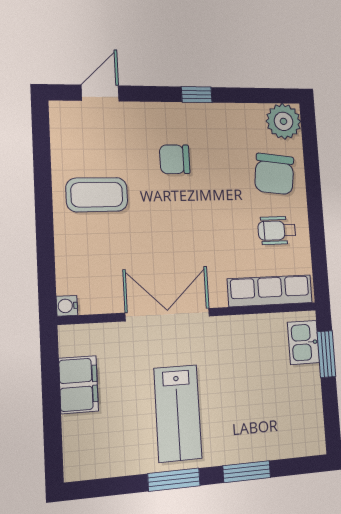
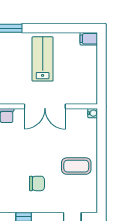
filing cabinet: (79, 385) -> (89, 39), moved, width x0.50
window: (174, 480) -> (46, 28), removed

